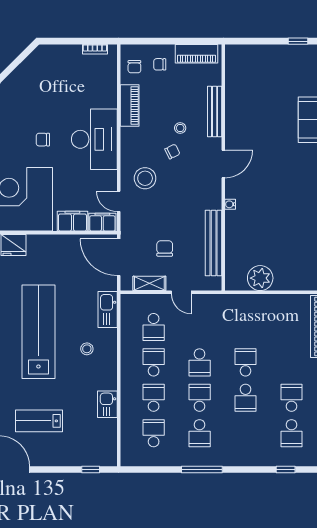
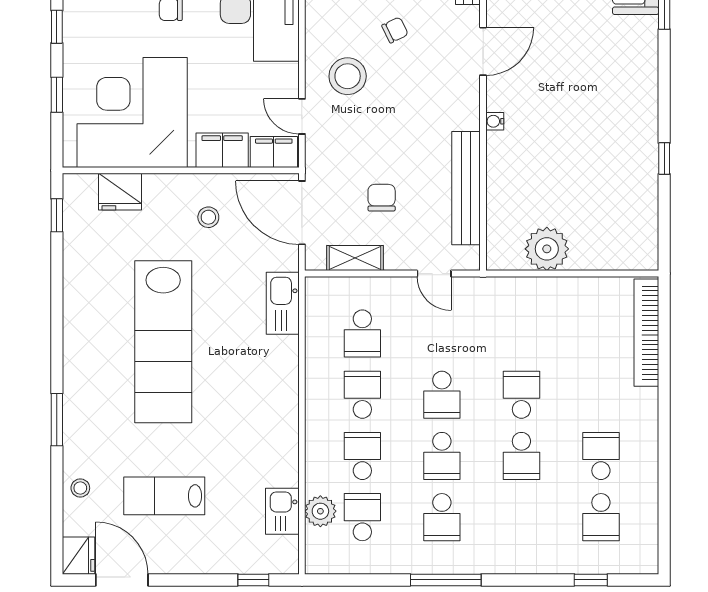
door: (181, 292) -> (434, 274), moved
lab bench: (38, 332) -> (163, 342), turned 180
stool: (87, 349) -> (208, 217), moved
school desk: (200, 398) -> (442, 456), turned 180
kitchen sink: (107, 404) -> (282, 511), moved
plant: (129, 430) -> (320, 511), added

